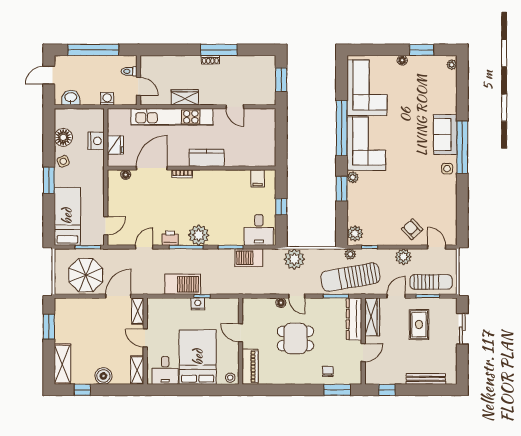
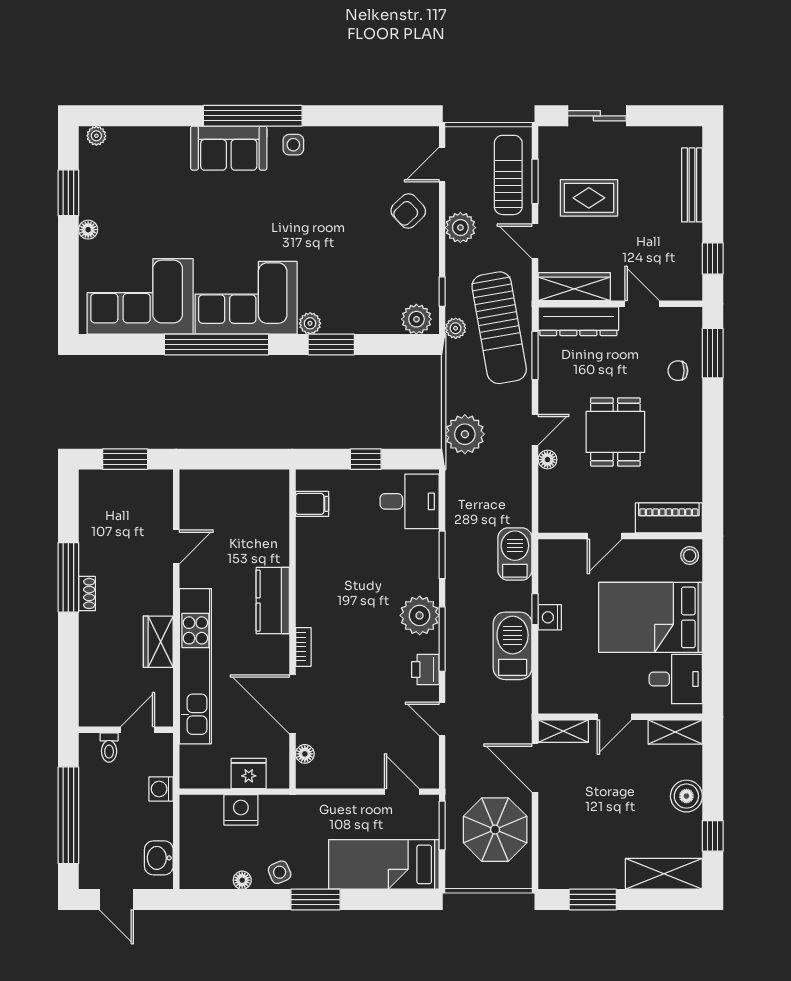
floor lamp: (63, 137) -> (242, 880), width x0.53, depth x0.53
barbecue: (249, 258) -> (515, 554), moved, turned 180

